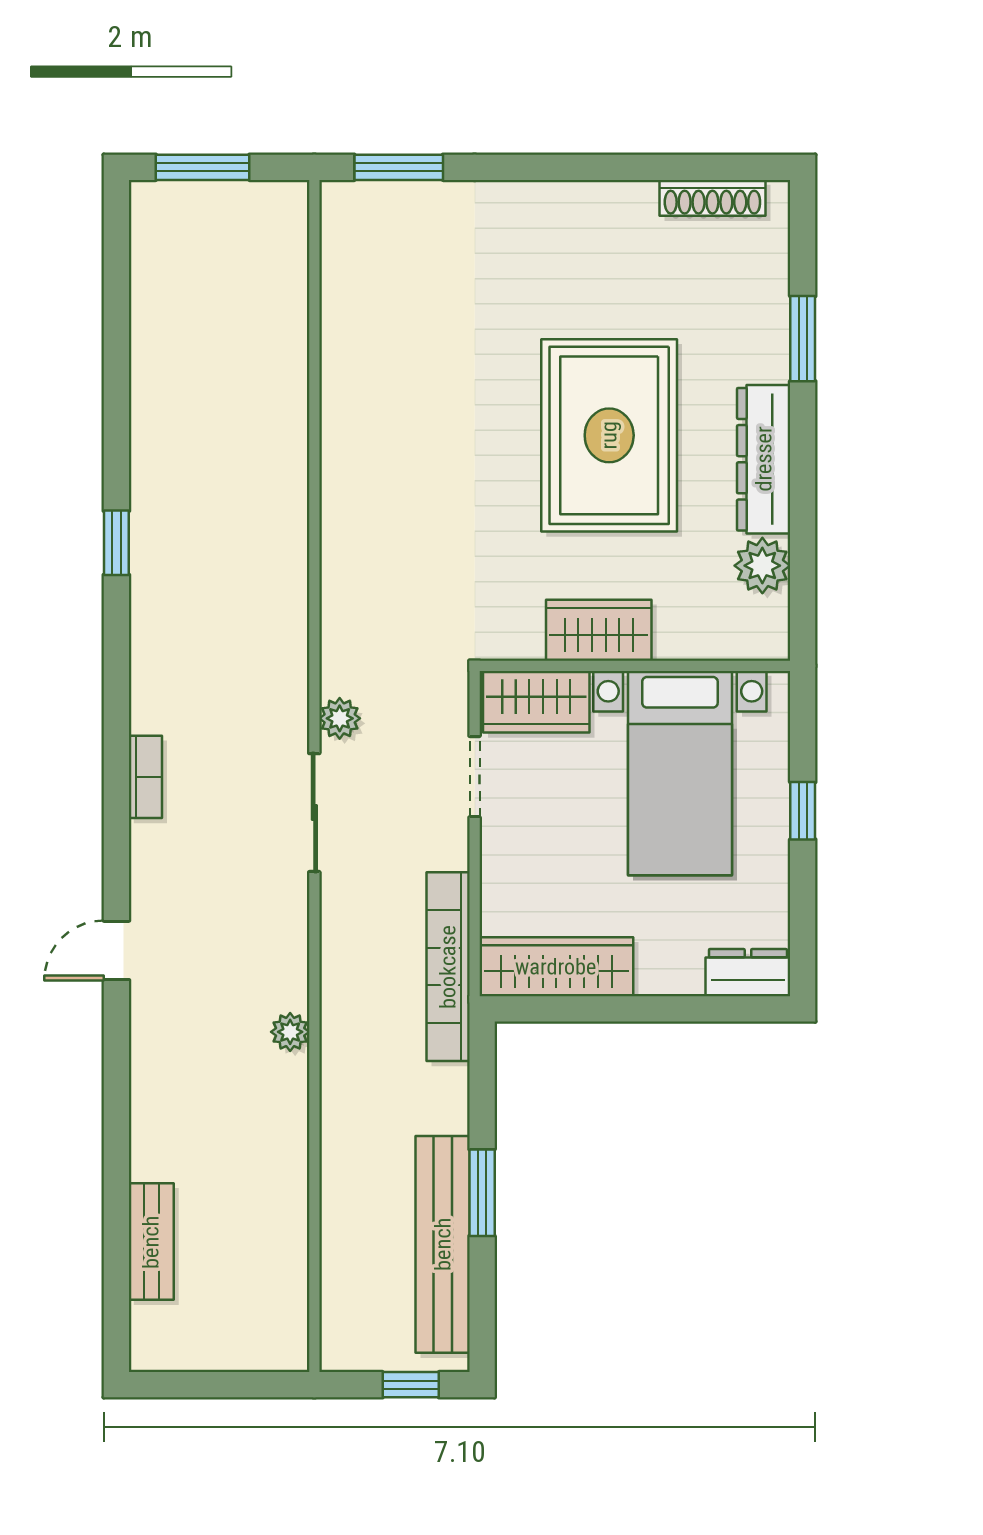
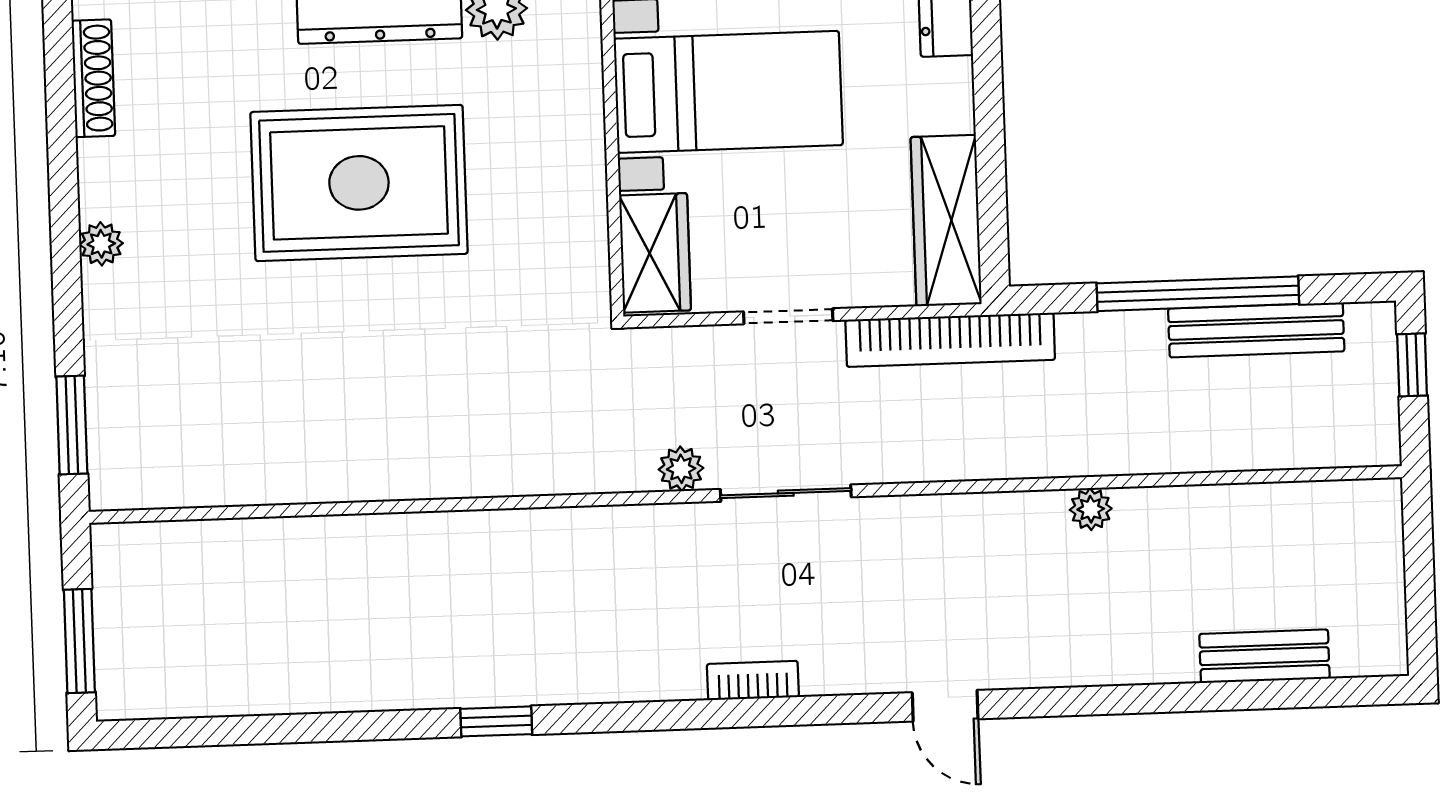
plant: (562, 200) -> (101, 244), added
wardrobe: (599, 630) -> (574, 187), removed
doorway: (475, 777) -> (788, 316), moved
plant: (290, 1032) -> (1091, 509), moved
window: (482, 1193) -> (1198, 294), width x2.11
bench: (443, 1244) -> (1256, 330), width x0.73, depth x0.82

